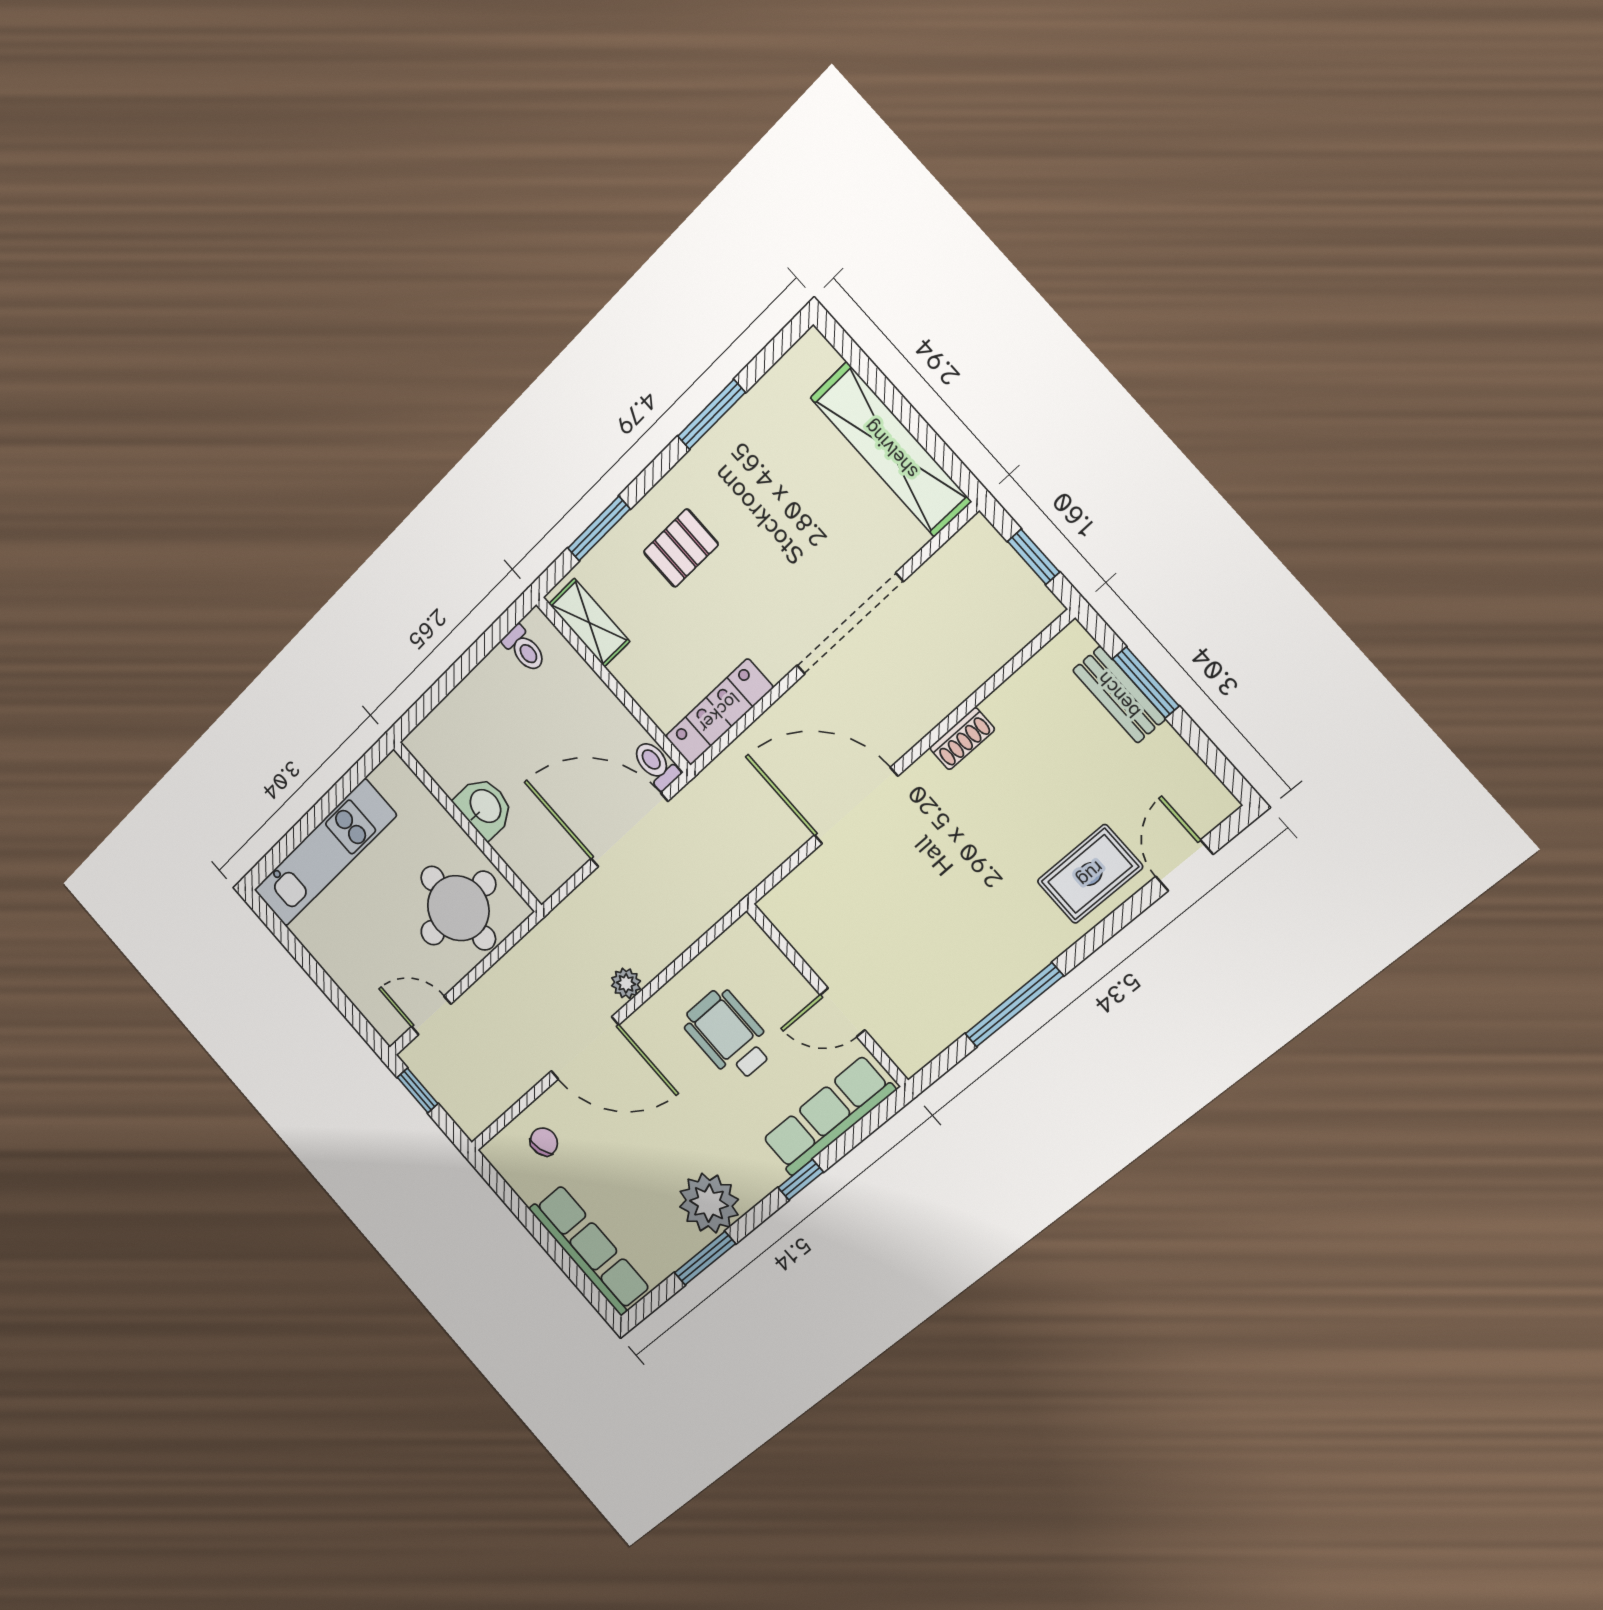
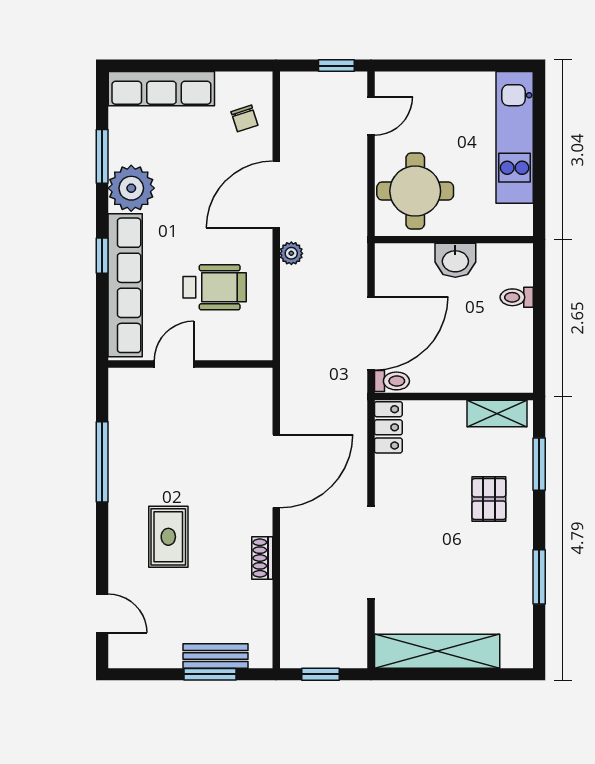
toilet: (524, 649) -> (517, 297), moved
locker: (719, 712) -> (388, 427), width x0.66
rug: (1090, 874) -> (168, 537), moved
row of seats: (828, 1115) -> (125, 285), width x1.36

